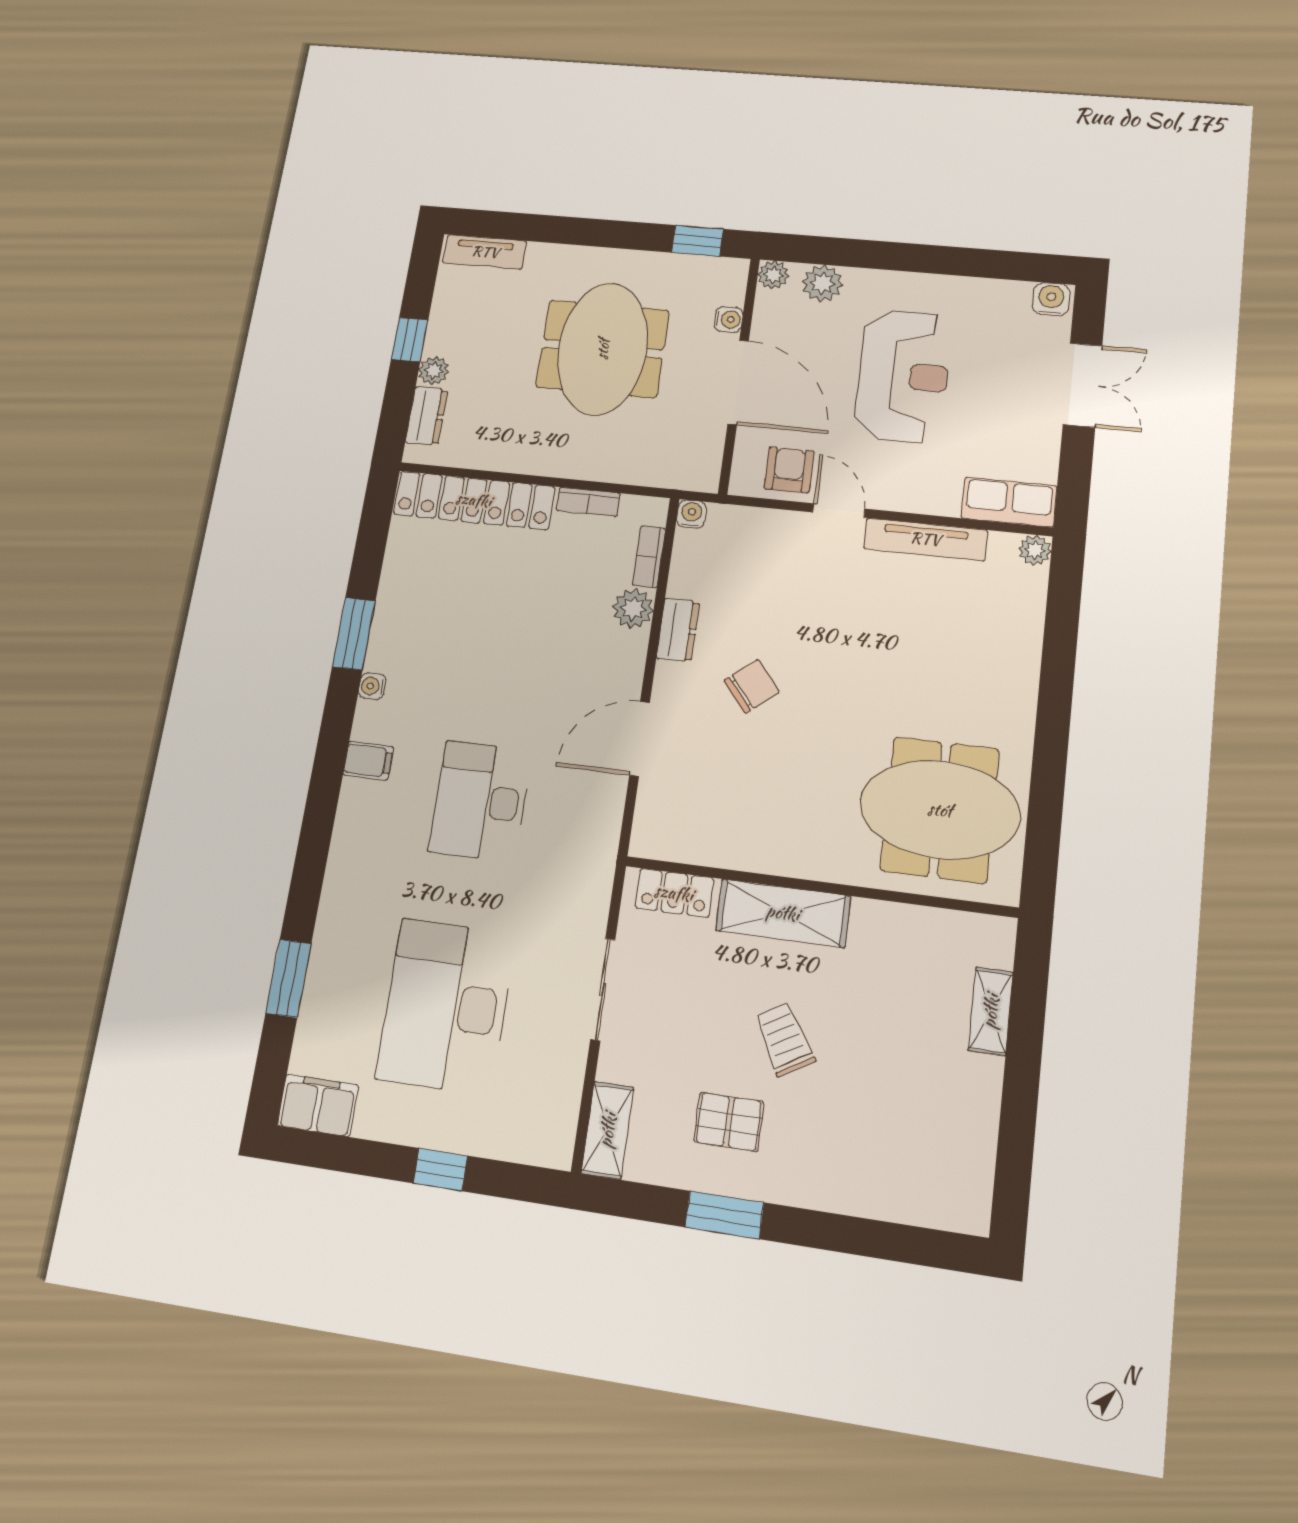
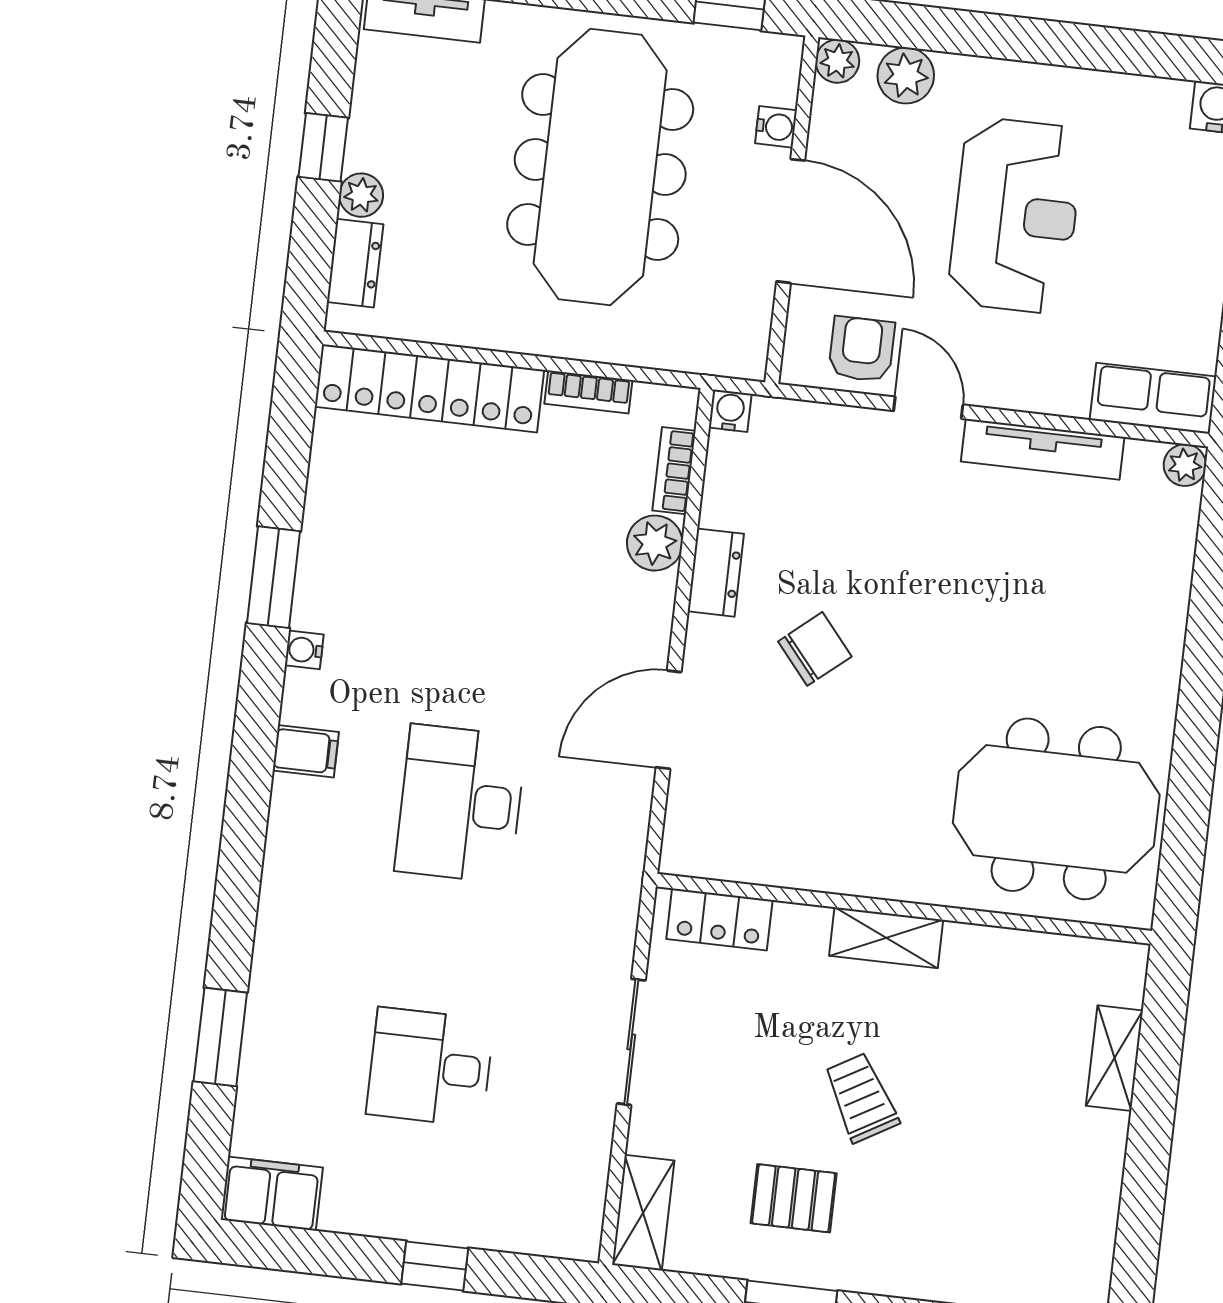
meeting table: (603, 349) -> (600, 167), width x1.36
shelving: (783, 913) -> (886, 938), width x0.67, depth x0.75
desk: (446, 1006) -> (430, 1067), width x0.53, depth x0.77

